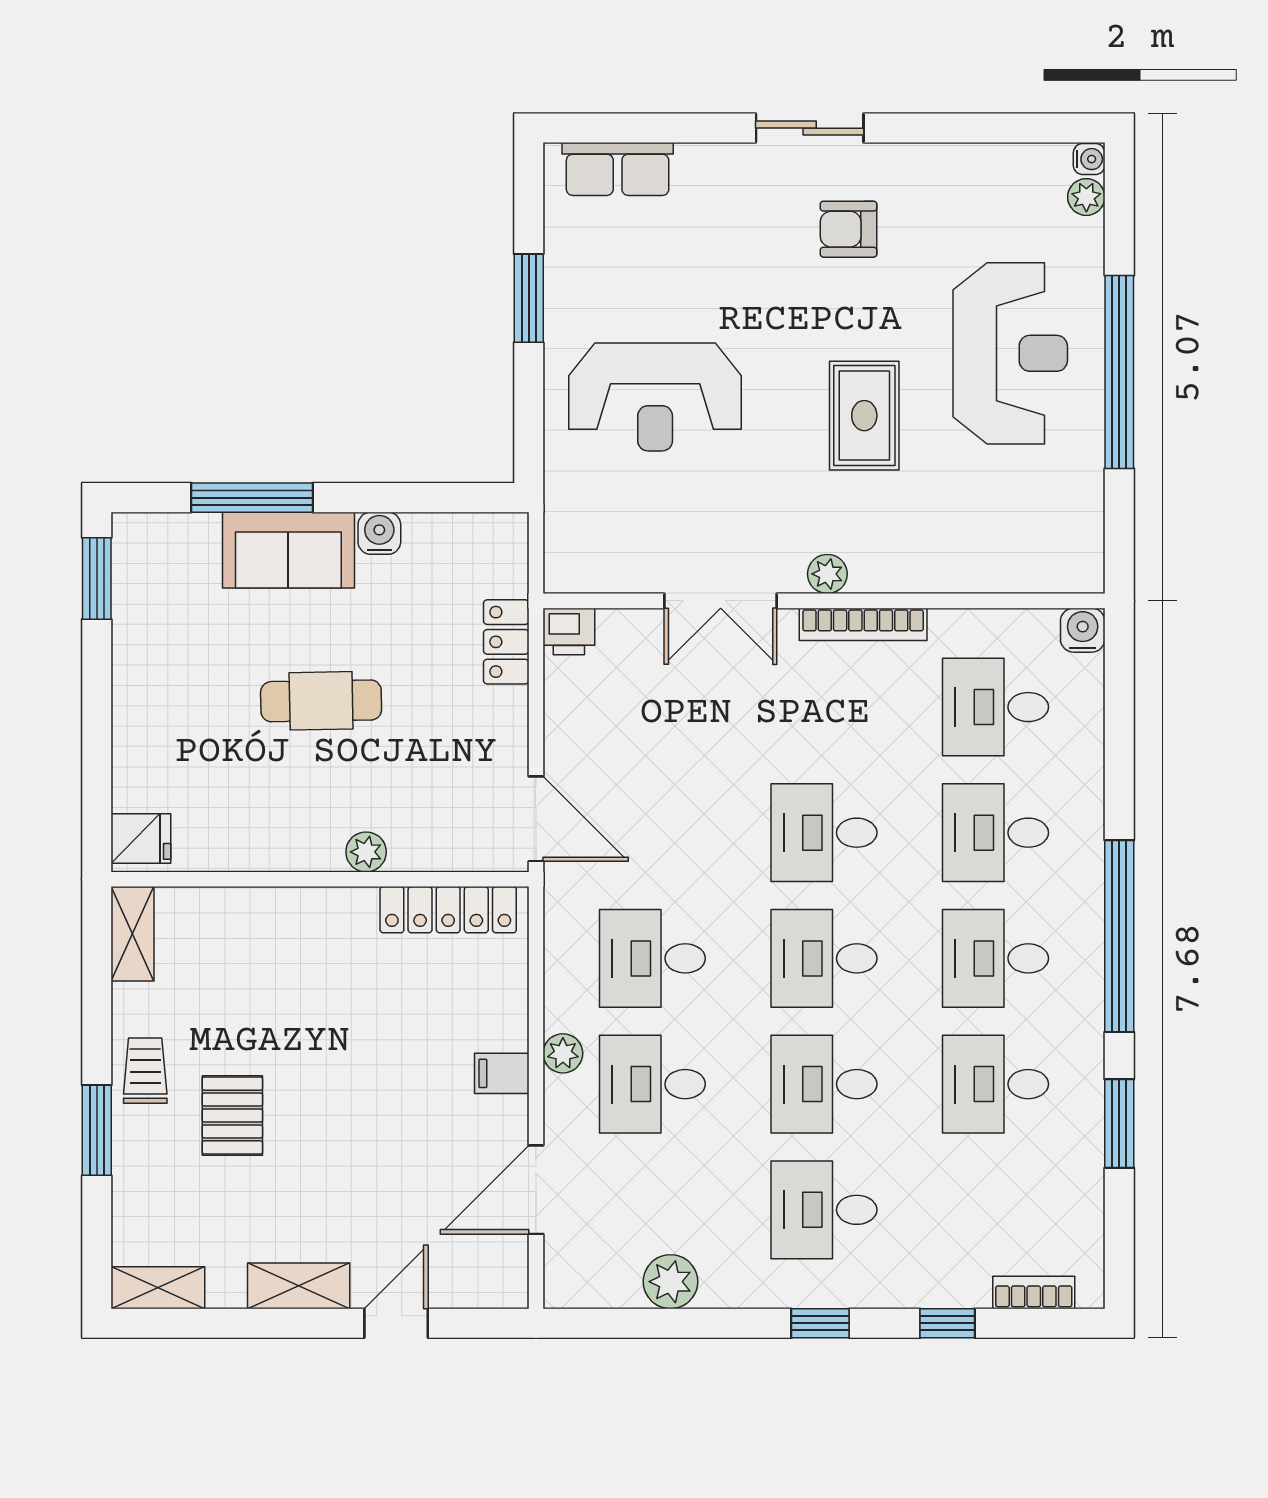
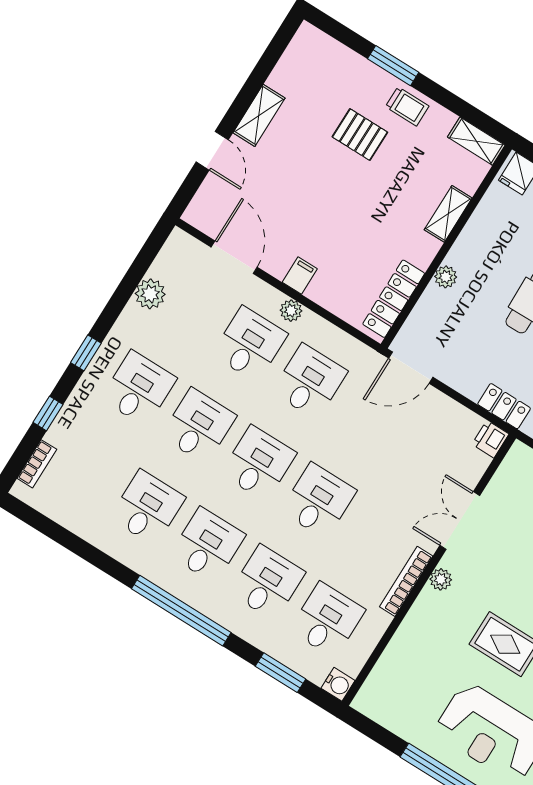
window: (1119, 1123) -> (281, 673), moved
shelving: (158, 1288) -> (448, 214), moved

